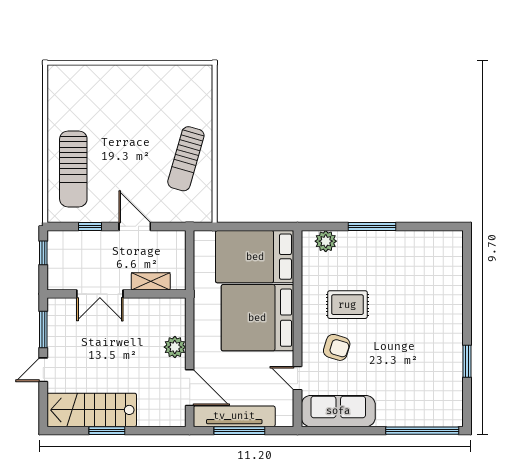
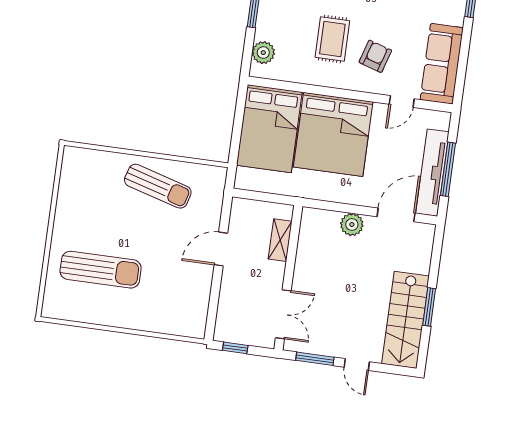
sun lounger: (73, 169) -> (101, 270), moved
window: (90, 226) -> (214, 296), removed
double door: (100, 294) -> (283, 314), moved

